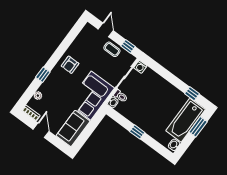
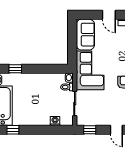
coffee table: (112, 49) -> (101, 118), removed
washing machine: (140, 67) -> (55, 121), moved
window: (137, 132) -> (15, 69), moved

